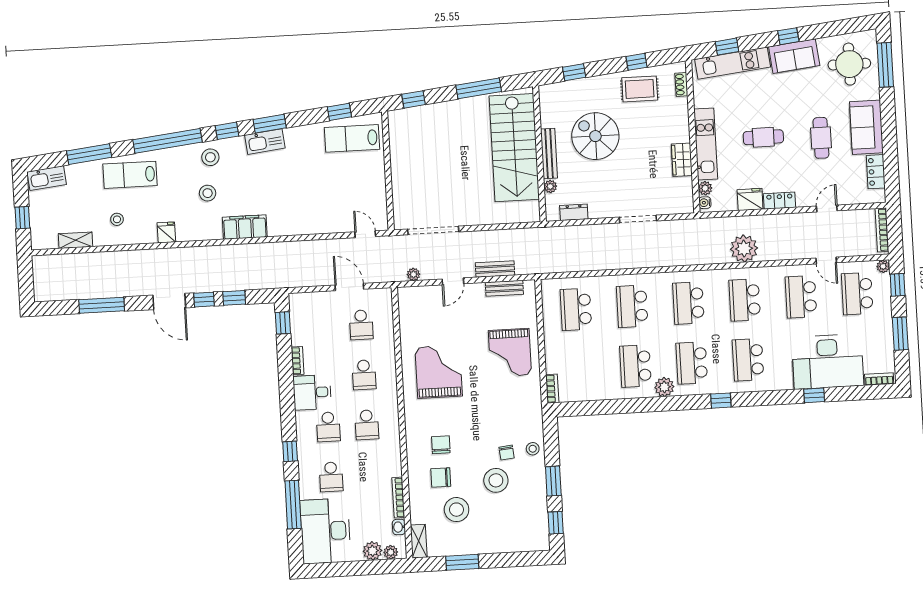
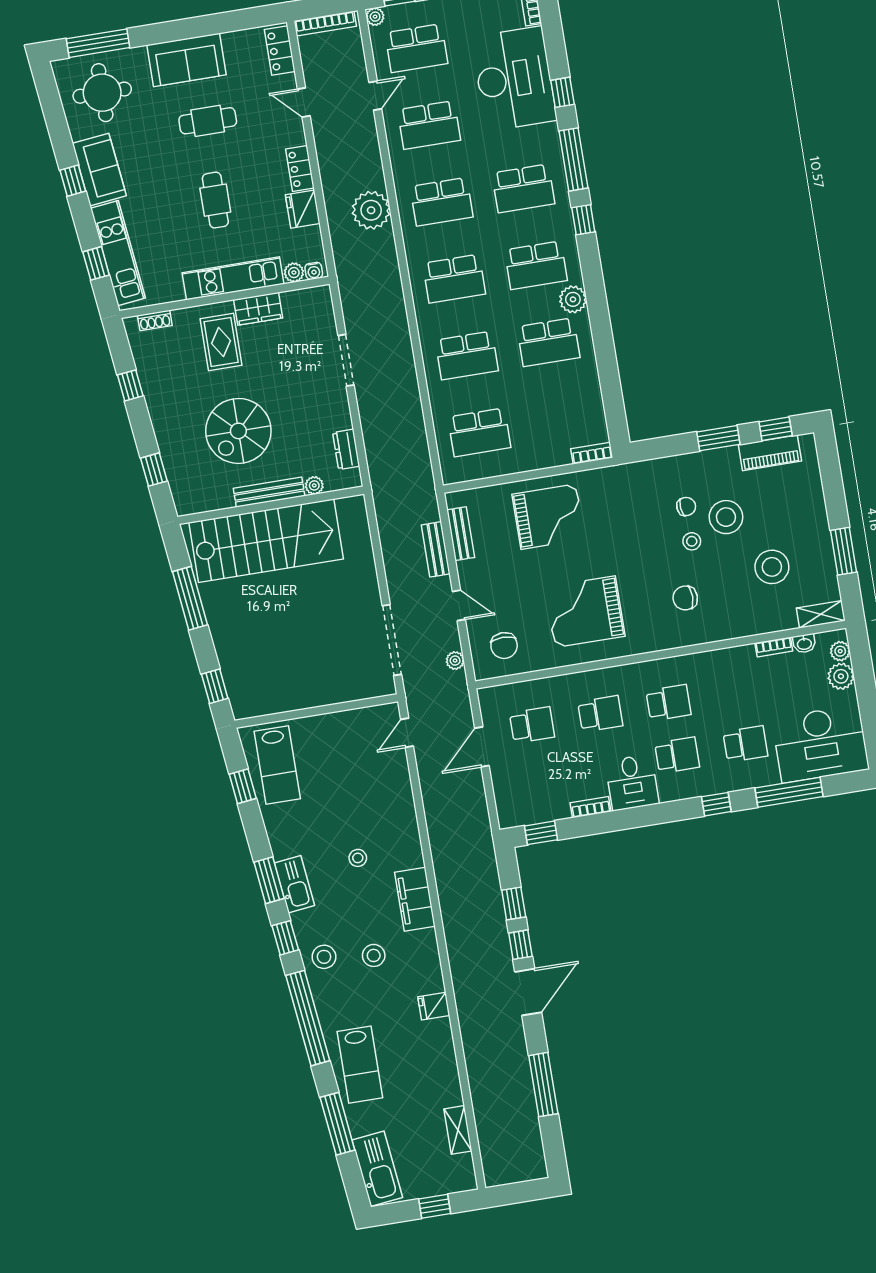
rug: (640, 89) -> (221, 342), moved
locker: (876, 172) -> (280, 51), moved, turned 90
kitchen sink: (47, 178) -> (377, 1169), width x1.36, depth x1.24
stool: (117, 219) -> (358, 858), moved
window: (765, 398) -> (573, 159), added
stool: (533, 449) -> (692, 541), moved
chair: (441, 478) -> (504, 646), moved
bookcase: (398, 498) -> (774, 647), width x0.64
piano: (539, 517) -> (770, 453), added

